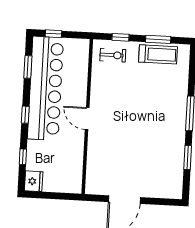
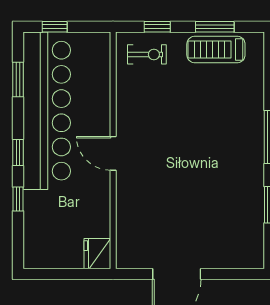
treadmill: (158, 54) -> (216, 49), turned 180
window: (23, 157) -> (18, 199), moved
fridge: (34, 181) -> (97, 254), moved, turned 180

